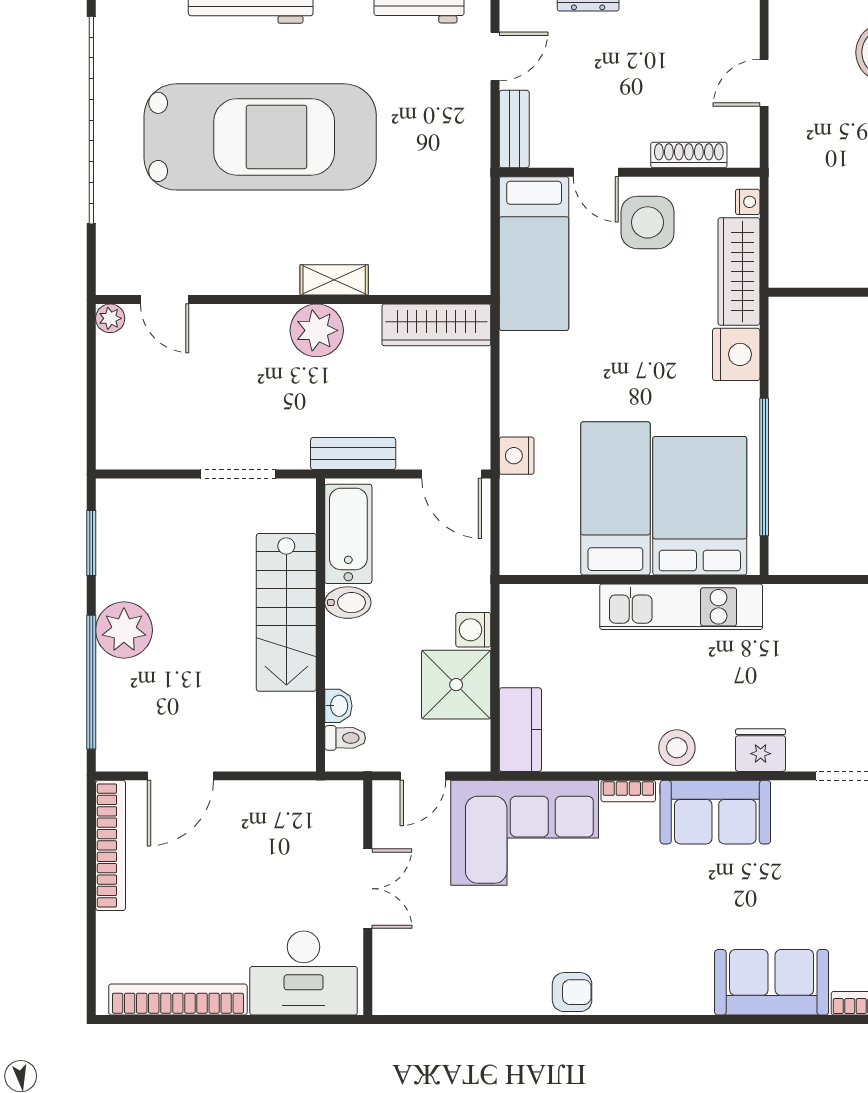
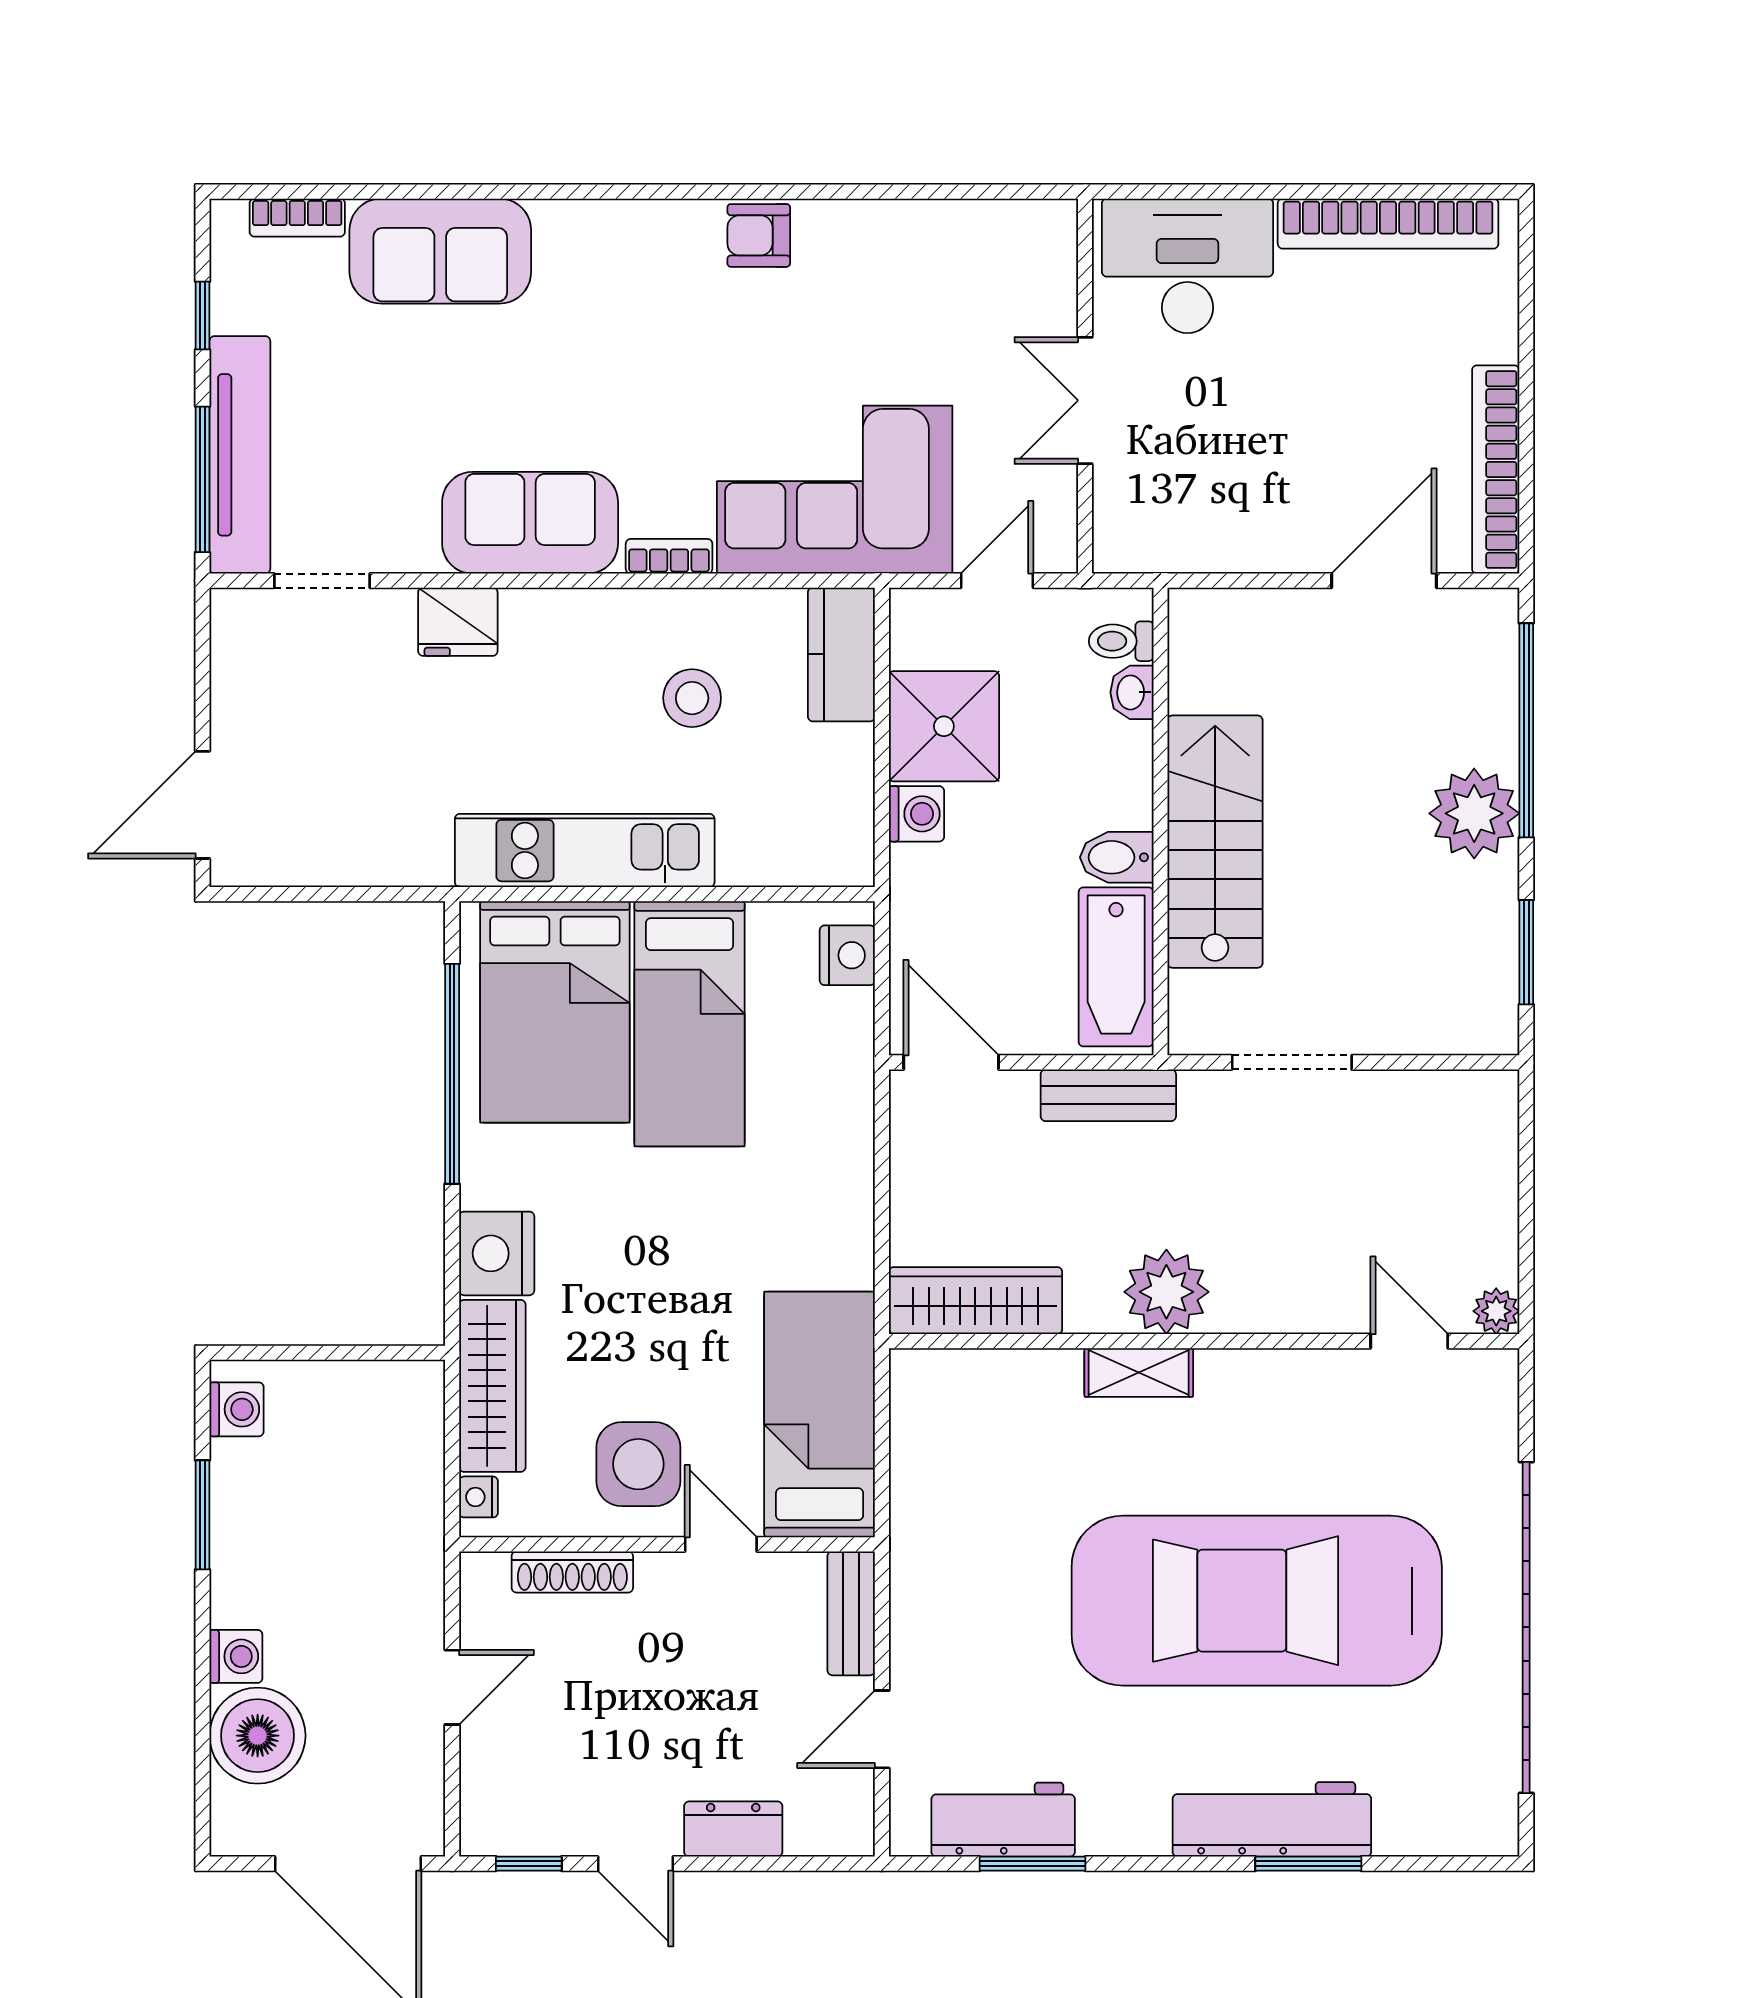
nightstand: (517, 456) -> (847, 955), moved
stool: (677, 748) -> (692, 698), moved

